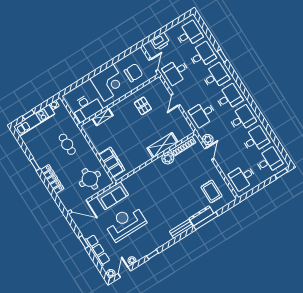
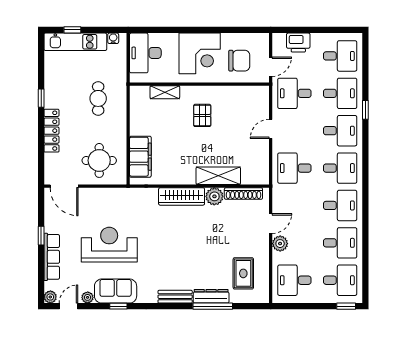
pallet: (143, 106) -> (202, 115), moved
desk: (86, 107) -> (145, 53), moved, turned 90
plant: (208, 140) -> (280, 244), moved
wardrobe: (149, 170) -> (182, 196), added
sofa: (112, 196) -> (116, 291), moved, turned 180

